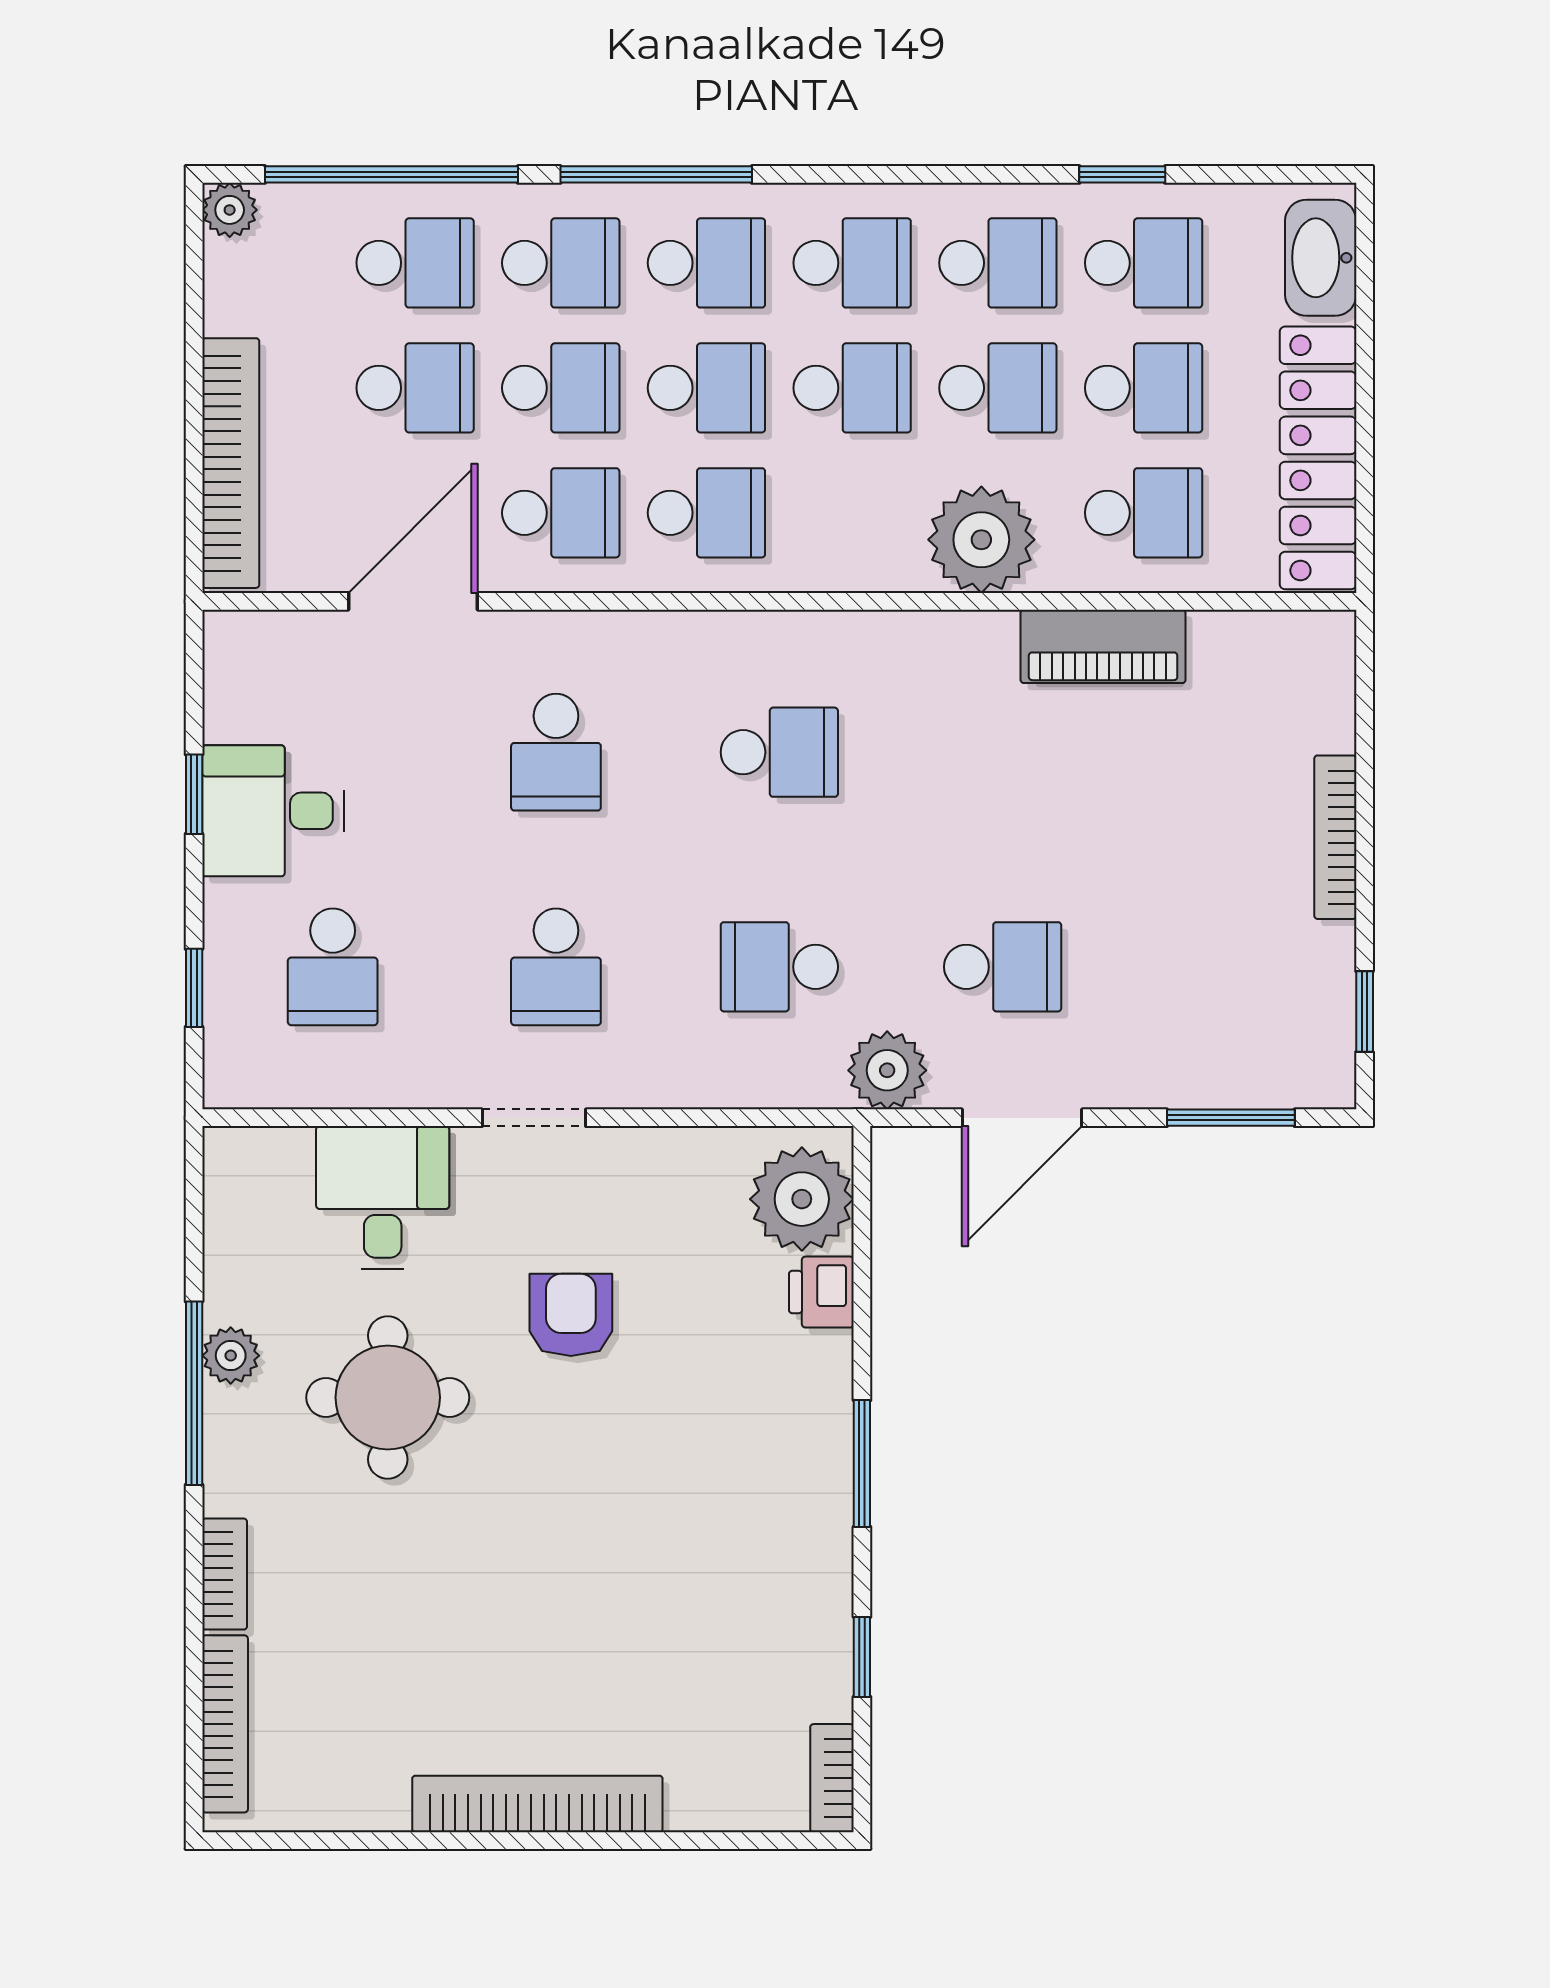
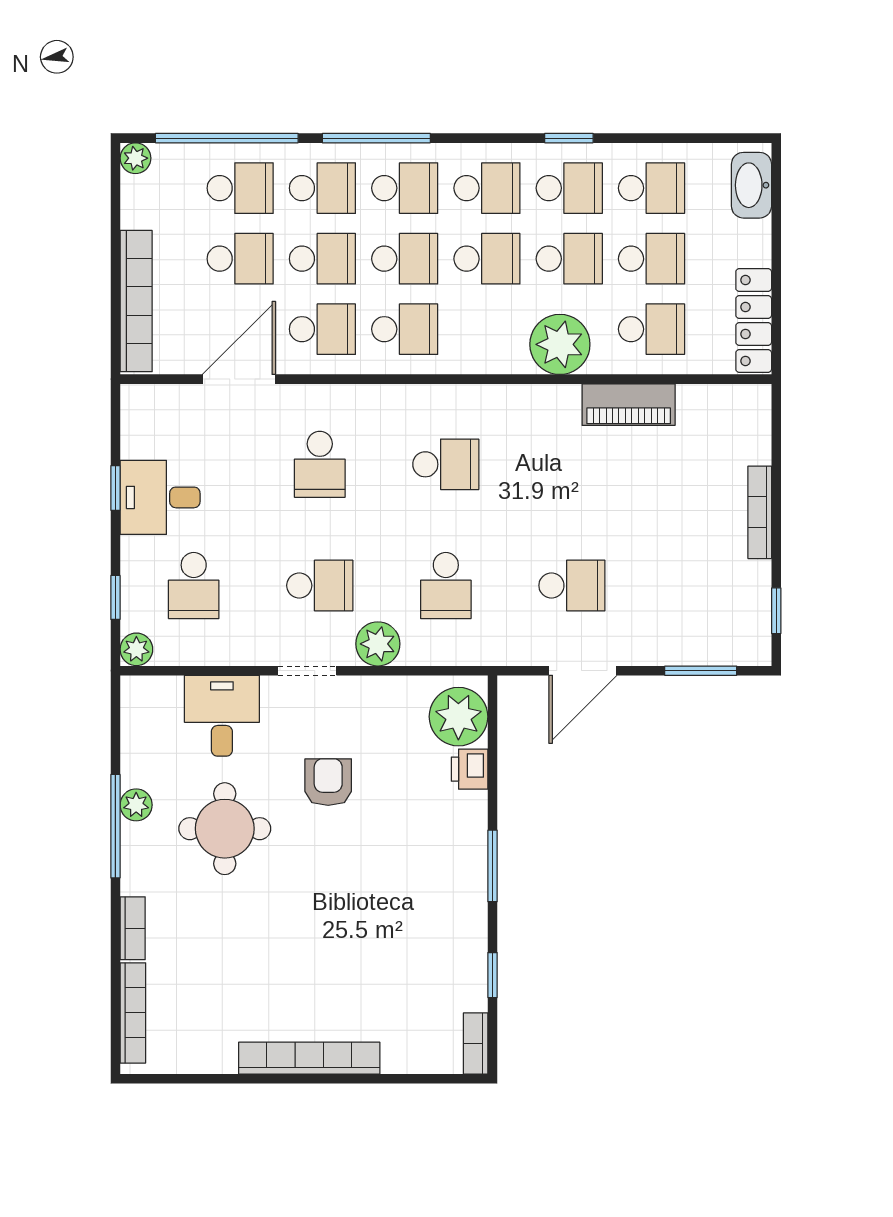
window: (1122, 174) -> (569, 138), moved
locker: (1318, 458) -> (754, 321), width x0.71, depth x0.83
school desk: (556, 967) -> (320, 585), turned -90
school desk: (779, 967) -> (446, 585), turned -90
plant: (887, 1070) -> (378, 644), moved
plant: (231, 1080) -> (136, 649), added

